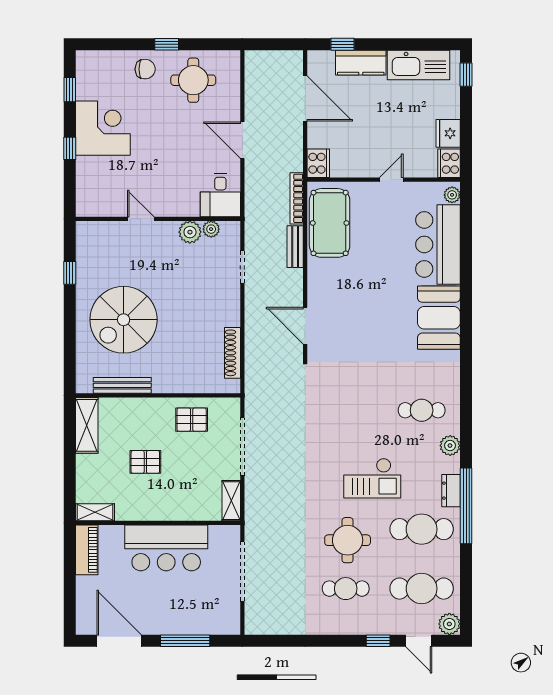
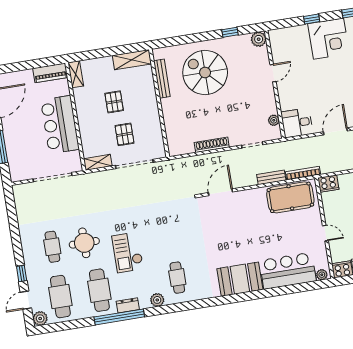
plant: (190, 232) -> (259, 39), moved
shoe rack: (233, 353) -> (212, 145), moved
pallet: (192, 420) -> (125, 134), moved

